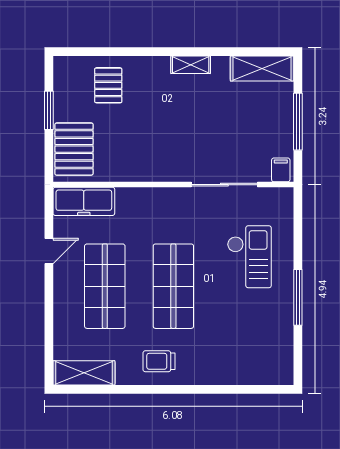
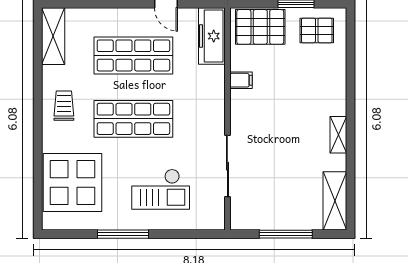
pallet: (108, 85) -> (317, 30), moved
filing cabinet: (281, 170) -> (241, 80), moved
display table: (242, 352) -> (72, 182), added

